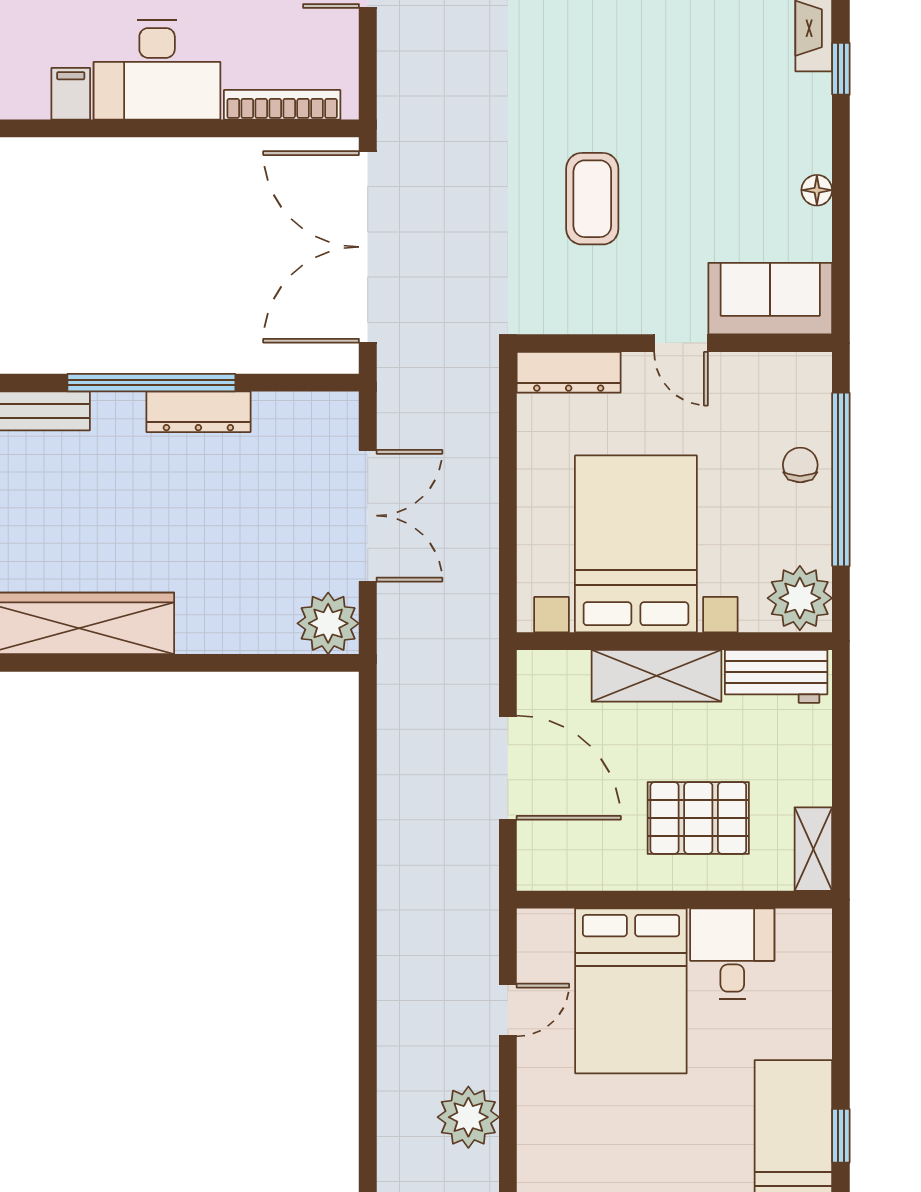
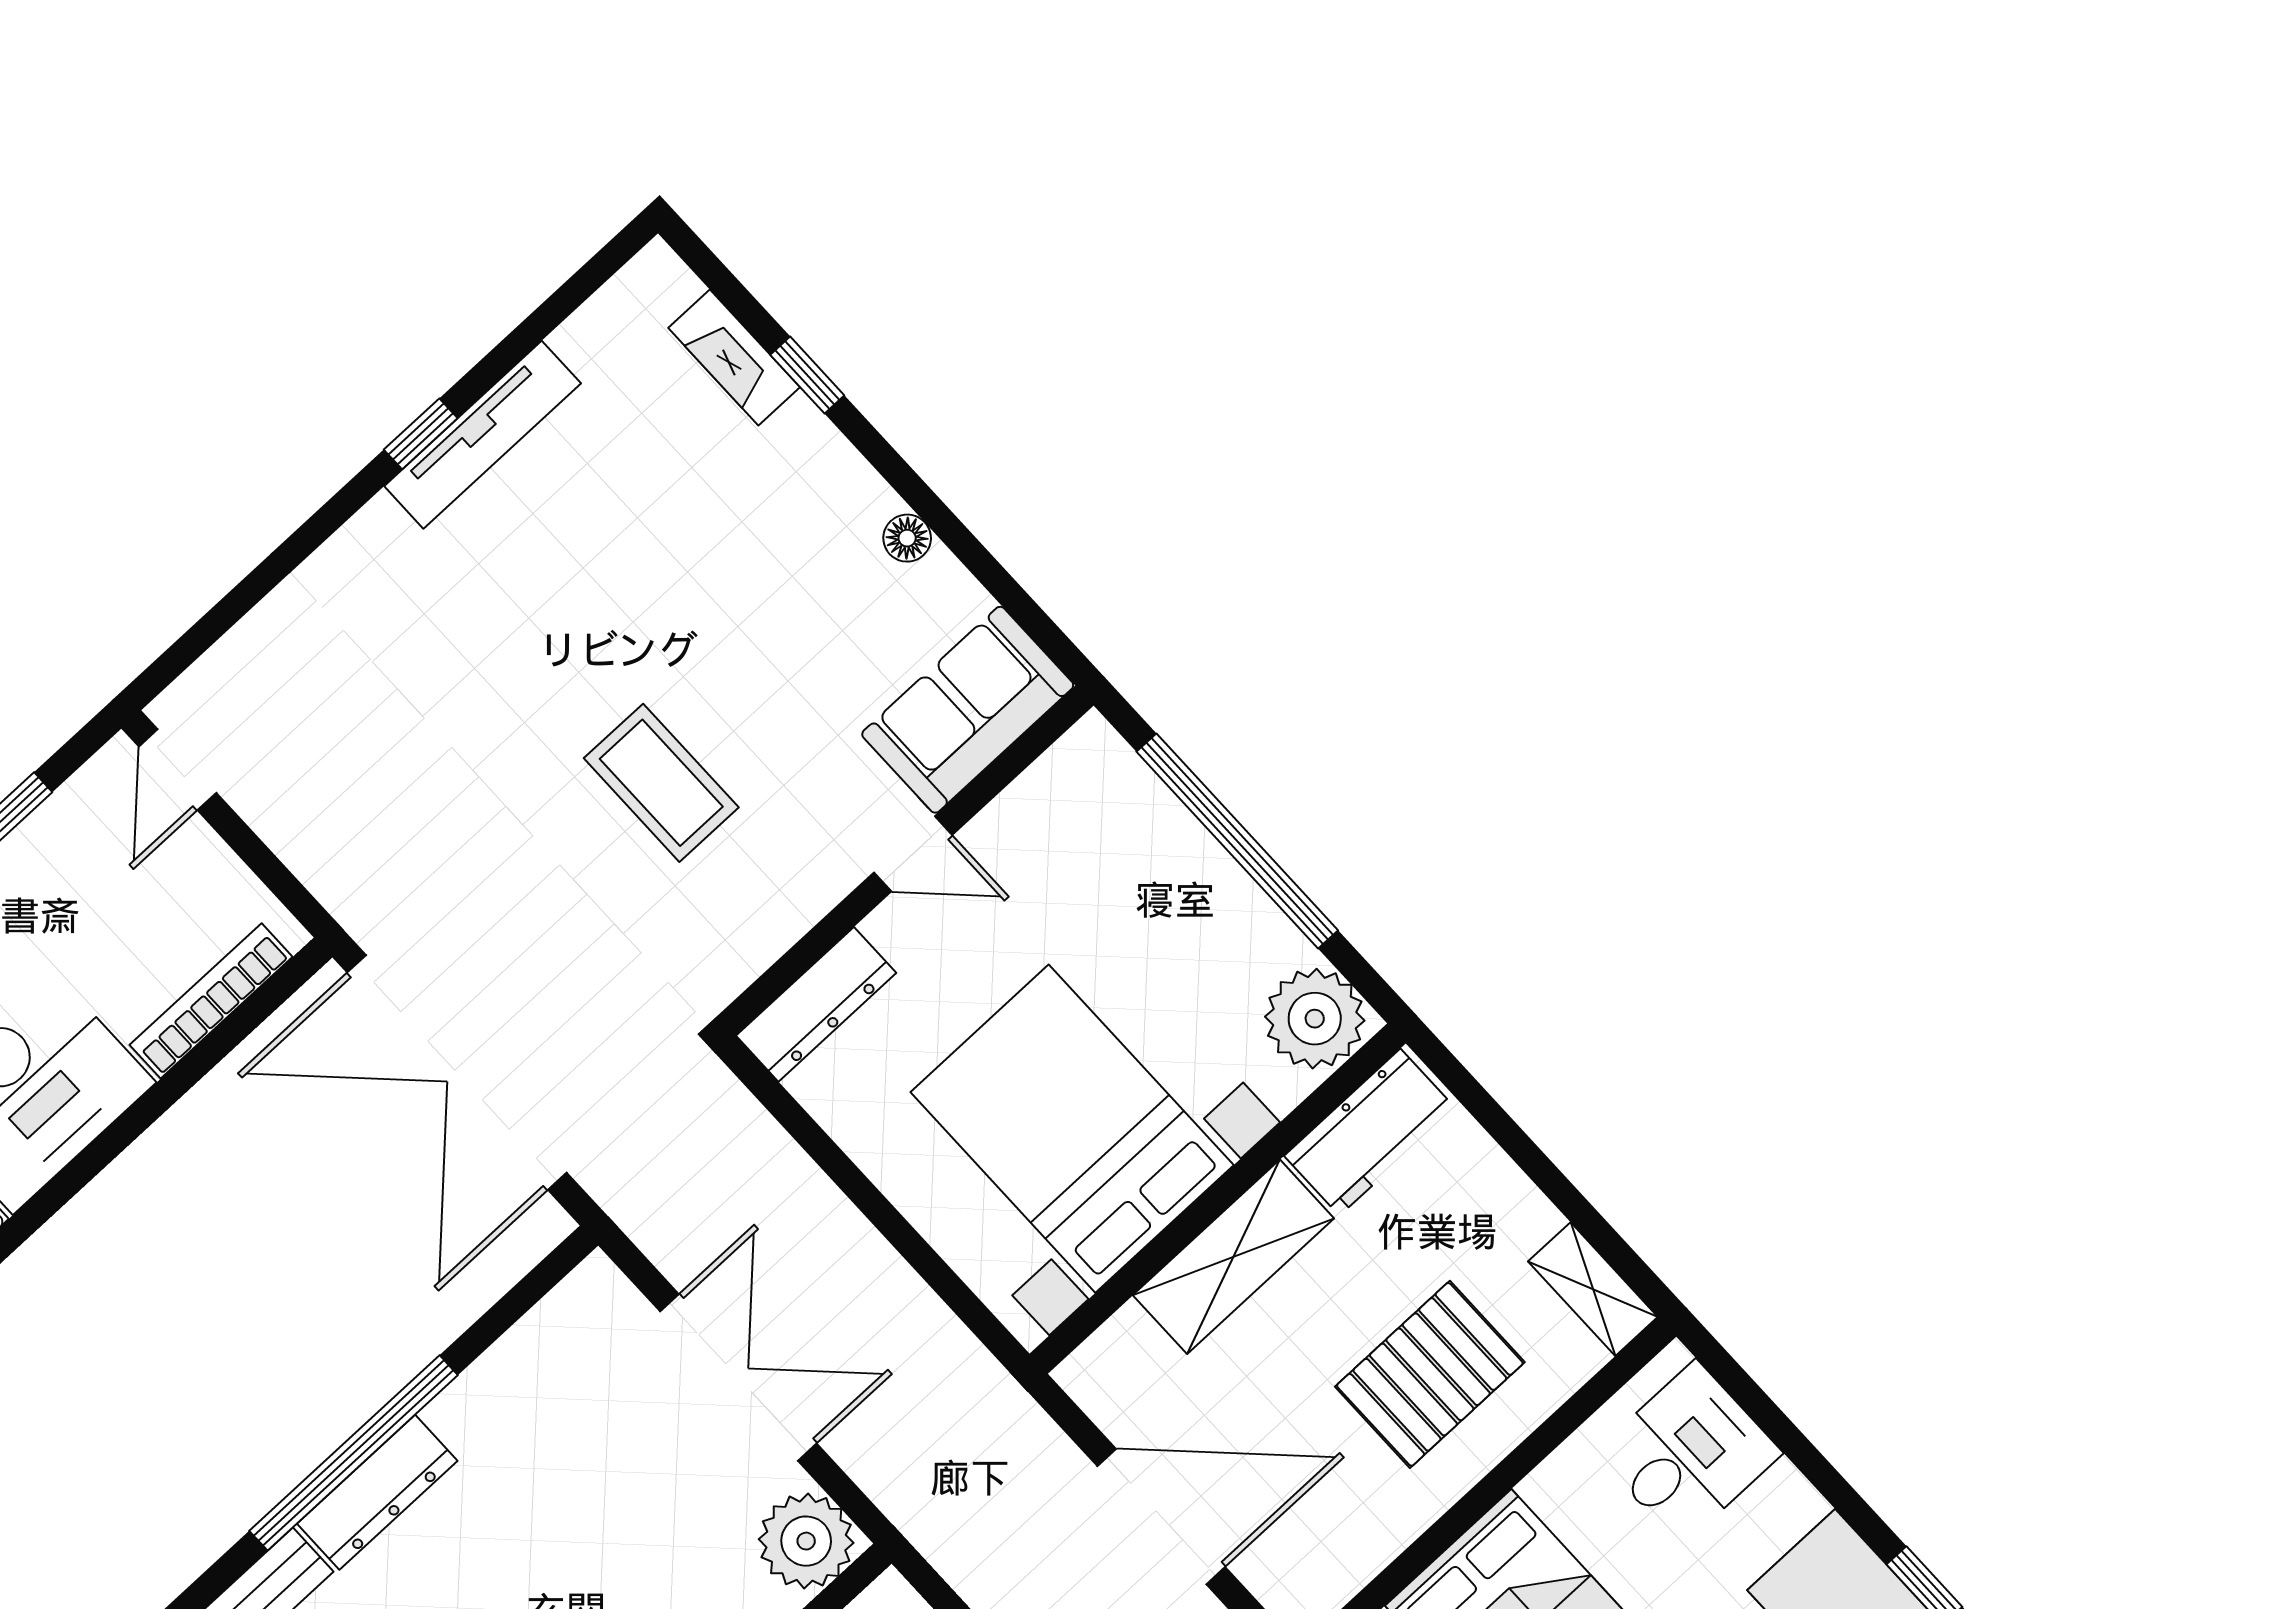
dresser: (198, 412) -> (377, 1492), moved
chair: (800, 465) -> (1176, 867), removed
desk: (732, 954) -> (1688, 1453), moved, turned 90

